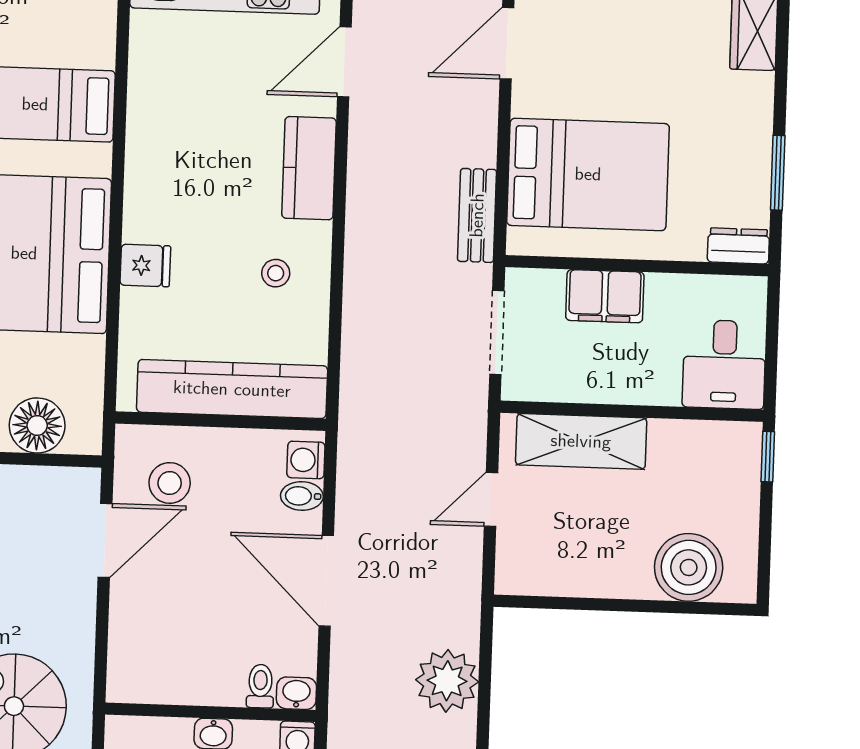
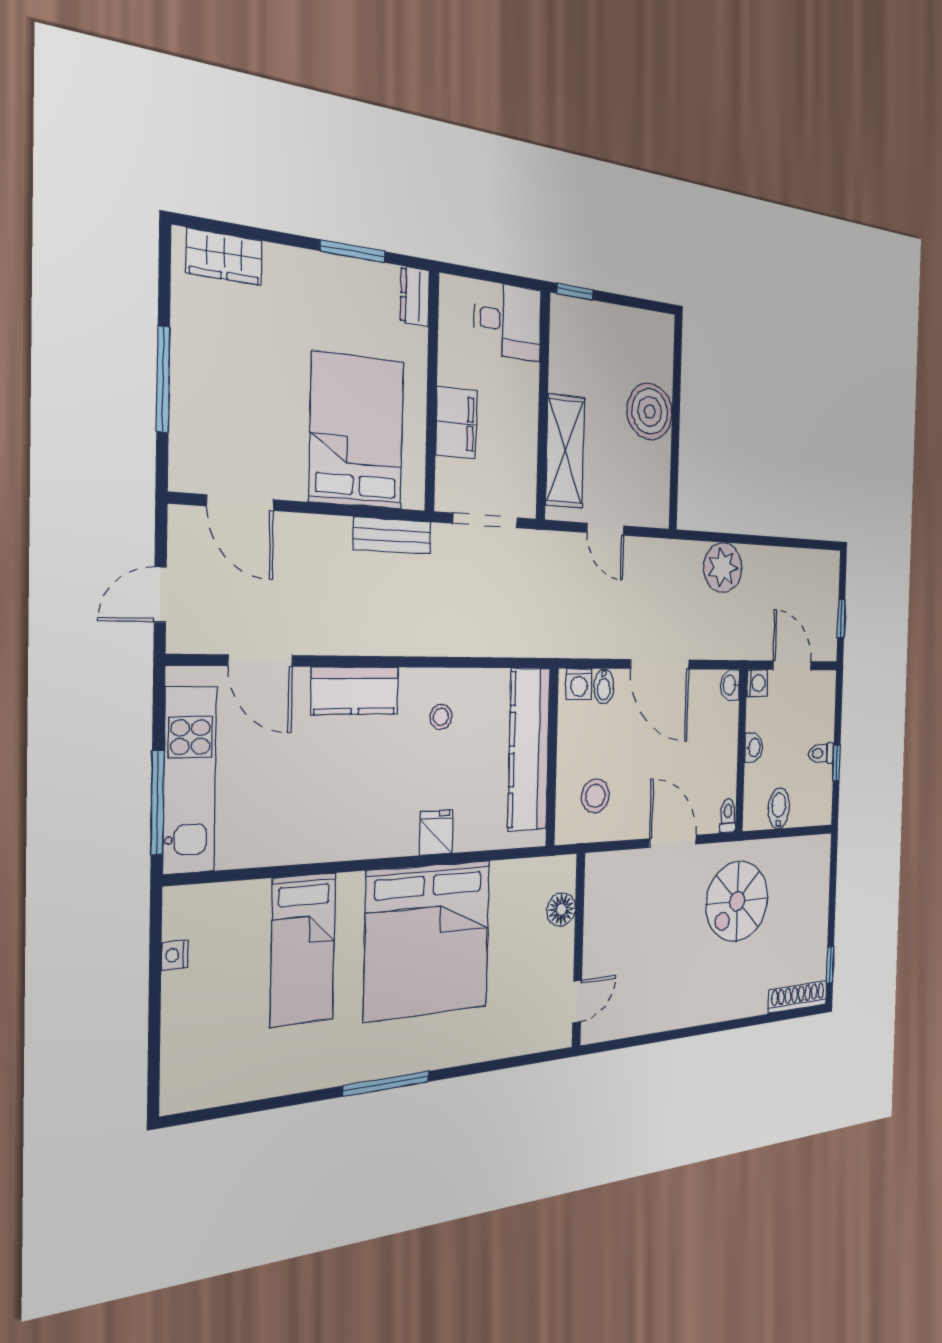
floor lamp: (37, 425) -> (561, 910), width x0.73, depth x0.73
door: (105, 540) -> (673, 841), moved
boiler: (689, 567) -> (650, 411), moved
door: (326, 581) -> (660, 664), hinge flipped
toilet: (260, 686) -> (728, 816), moved, turned 90

